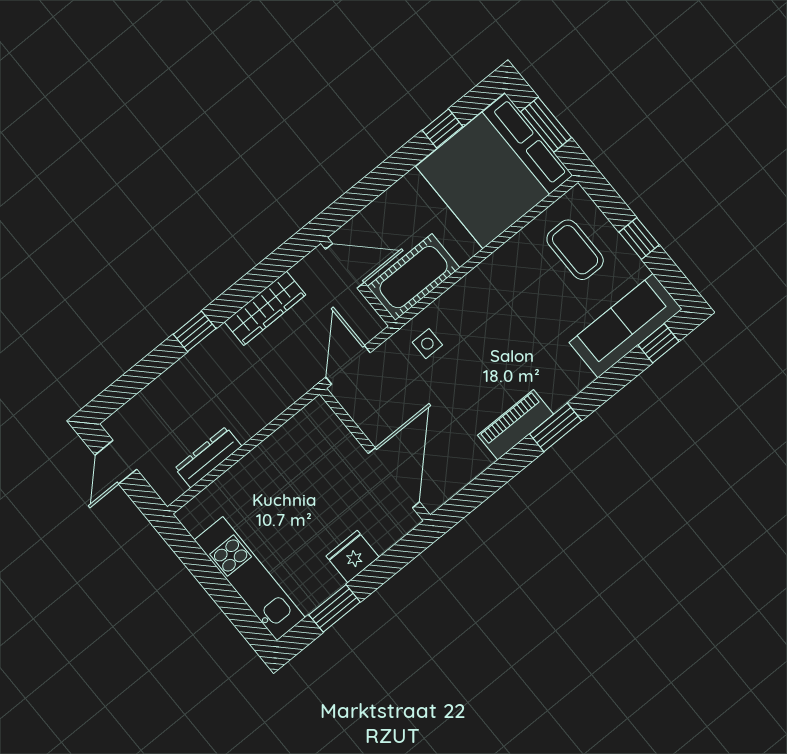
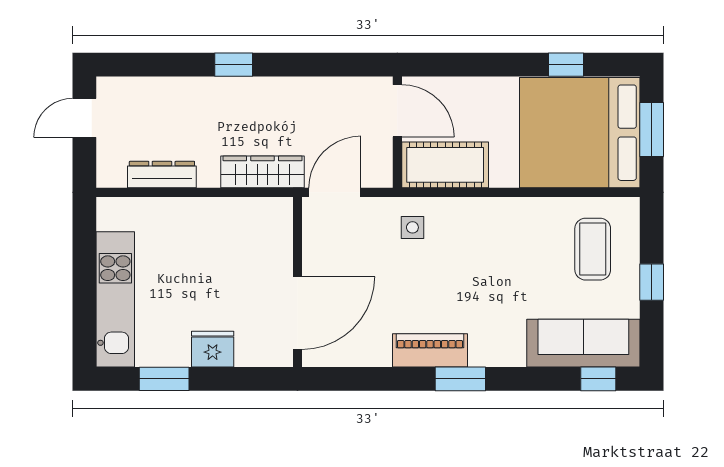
wardrobe: (265, 308) -> (263, 172), moved, turned 180

